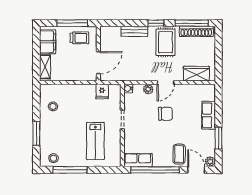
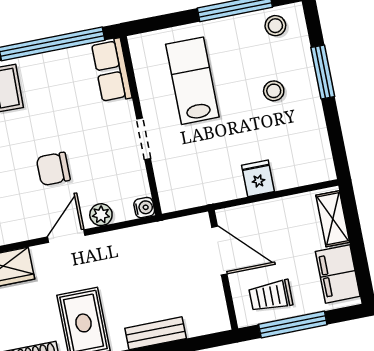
door: (98, 63) -> (219, 251), swing flipped
fridge: (102, 91) -> (258, 178), moved
stool: (53, 106) -> (274, 91), moved
row of seats: (138, 160) -> (112, 70), moved, turned 90

